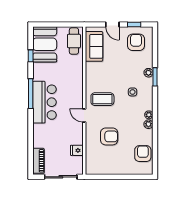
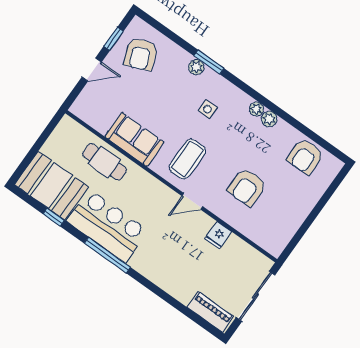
cafe table: (74, 41) -> (104, 162), moved
armchair: (136, 42) -> (141, 54), turned -112
sofa: (94, 46) -> (134, 139), moved
bar counter: (44, 102) -> (107, 226), moved
armchair: (109, 136) -> (247, 187), turned 180
fridge: (77, 150) -> (218, 235), moved
armchair: (143, 154) -> (305, 157), turned -90

